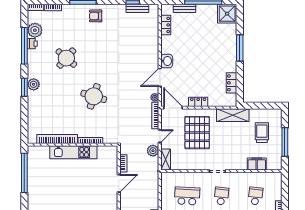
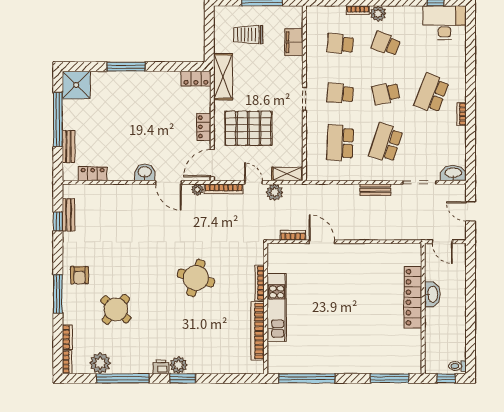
printer: (32, 44) -> (161, 367), moved
round table: (66, 58) -> (116, 309), moved
locker: (232, 83) -> (196, 79), moved

